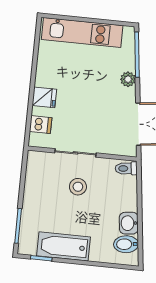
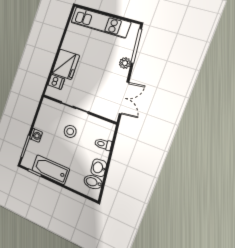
fridge: (44, 97) -> (66, 64), width x1.88, depth x1.34
toilet: (126, 168) -> (103, 144), moved
washing machine: (30, 206) -> (36, 135), added

